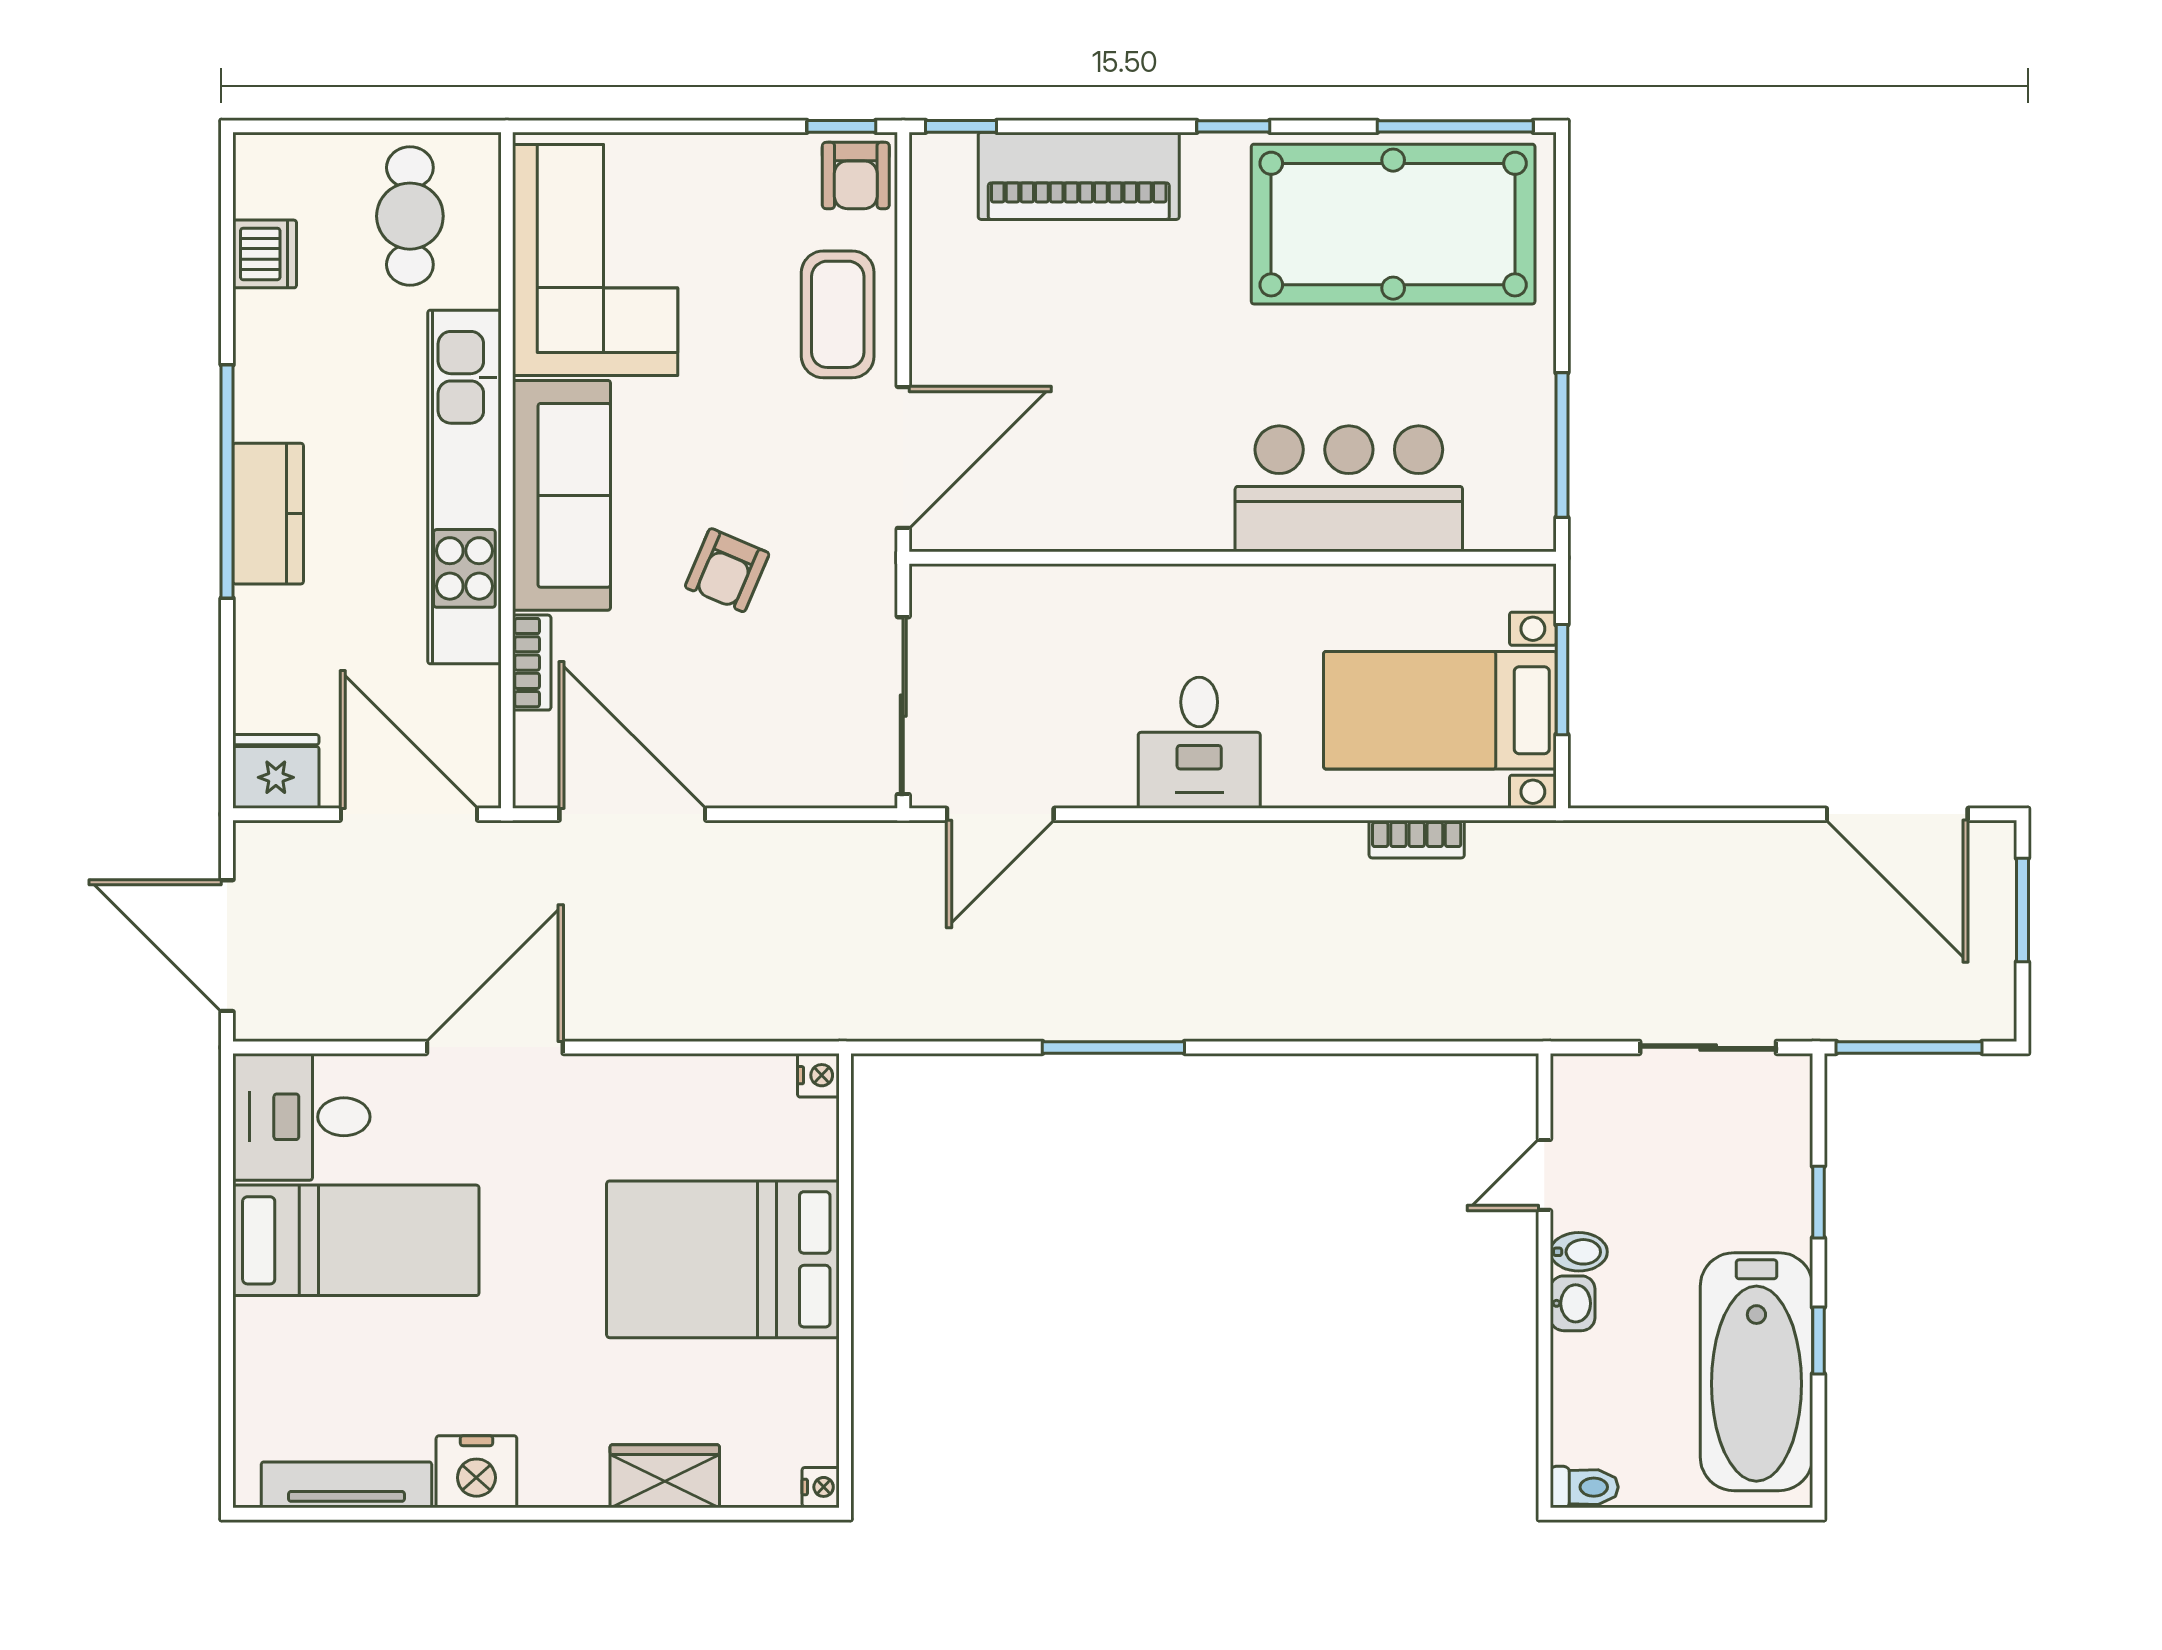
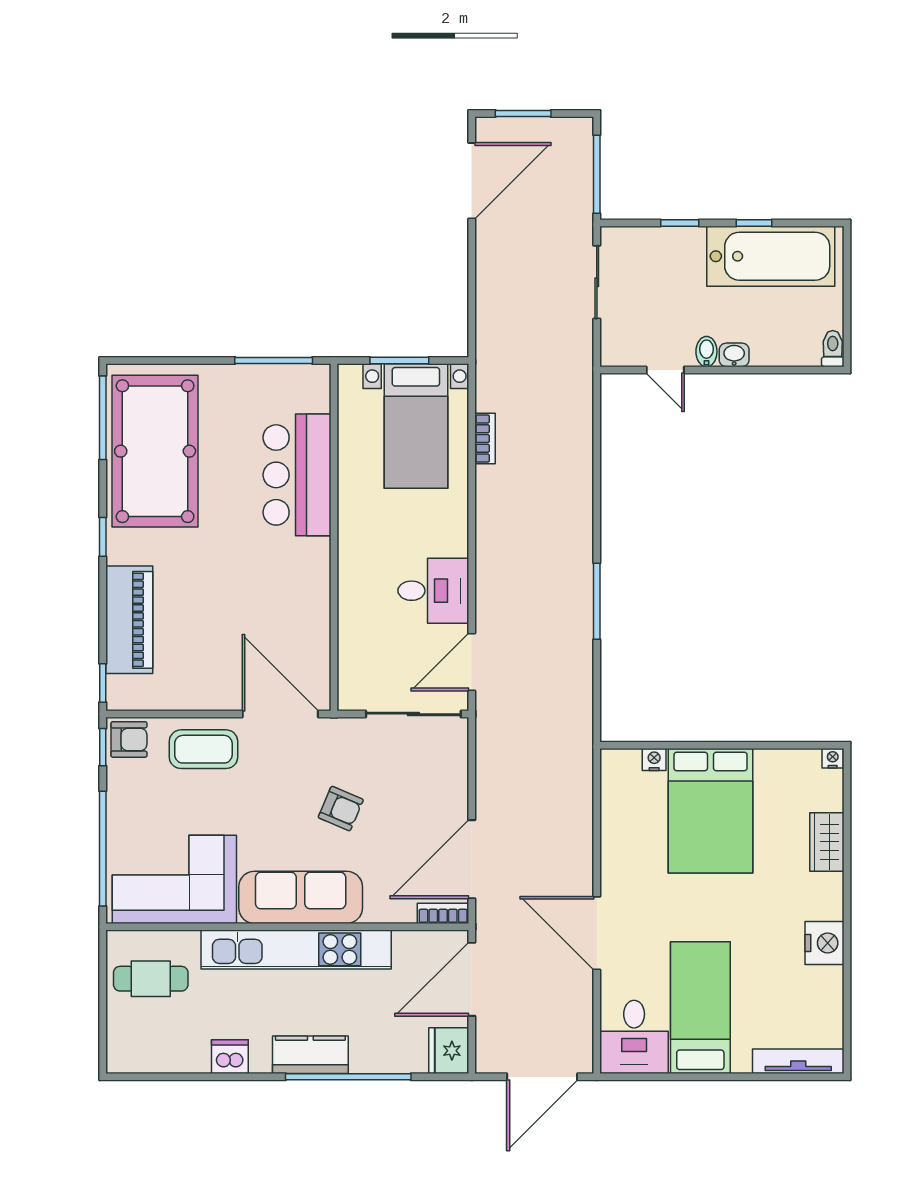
window: (652, 126) -> (103, 849), added
dishwasher: (265, 254) -> (230, 1057), moved
window: (227, 482) -> (348, 1077), moved
bookcase: (532, 663) -> (443, 913), moved
desk: (1199, 743) -> (433, 591), moved
door: (1000, 814) -> (472, 662), swing flipped
nightstand: (818, 1075) -> (654, 760), moved
tv unit: (346, 1485) -> (798, 1061), moved, turned 90

